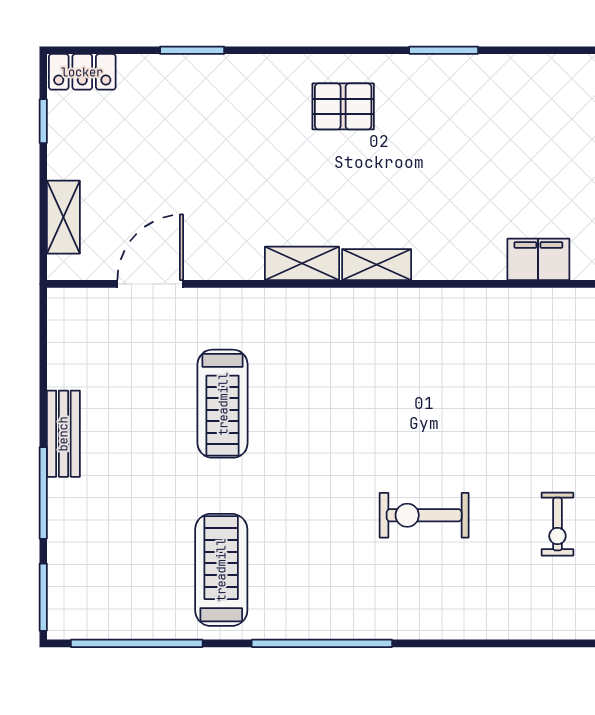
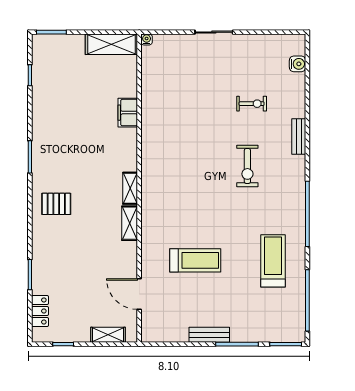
locker: (82, 72) -> (40, 311), moved
pallet: (343, 106) -> (56, 204), turned 90
treadmill: (221, 570) -> (273, 261), turned 90
bench: (487, 625) -> (299, 137), added

